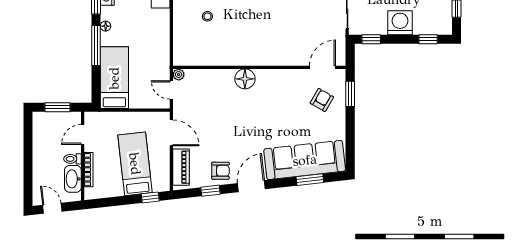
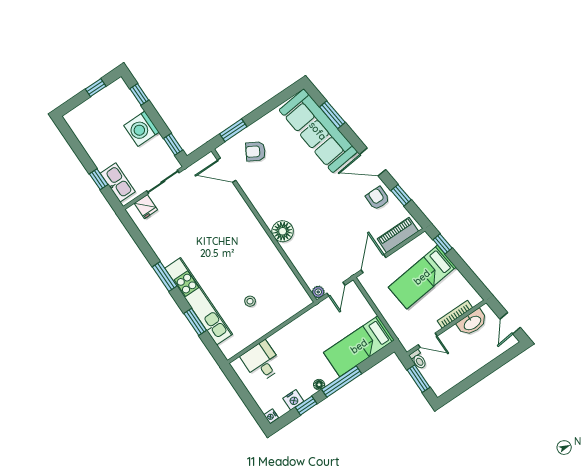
toilet: (73, 159) -> (418, 360), moved

